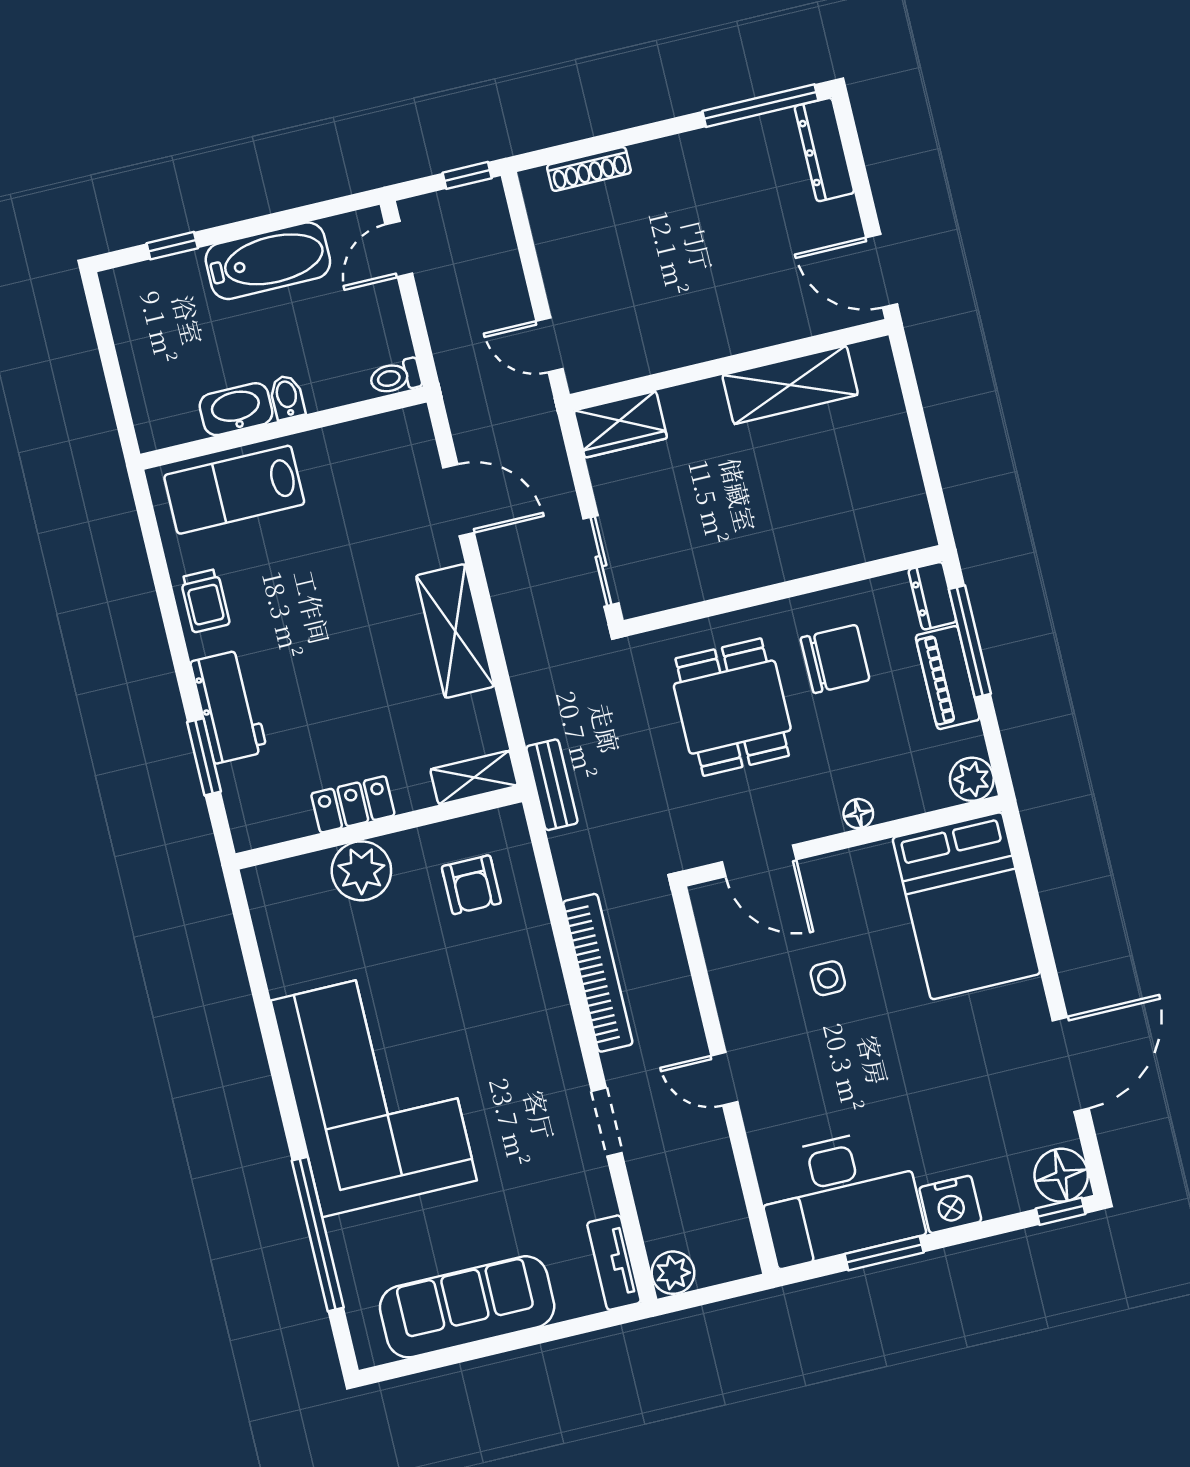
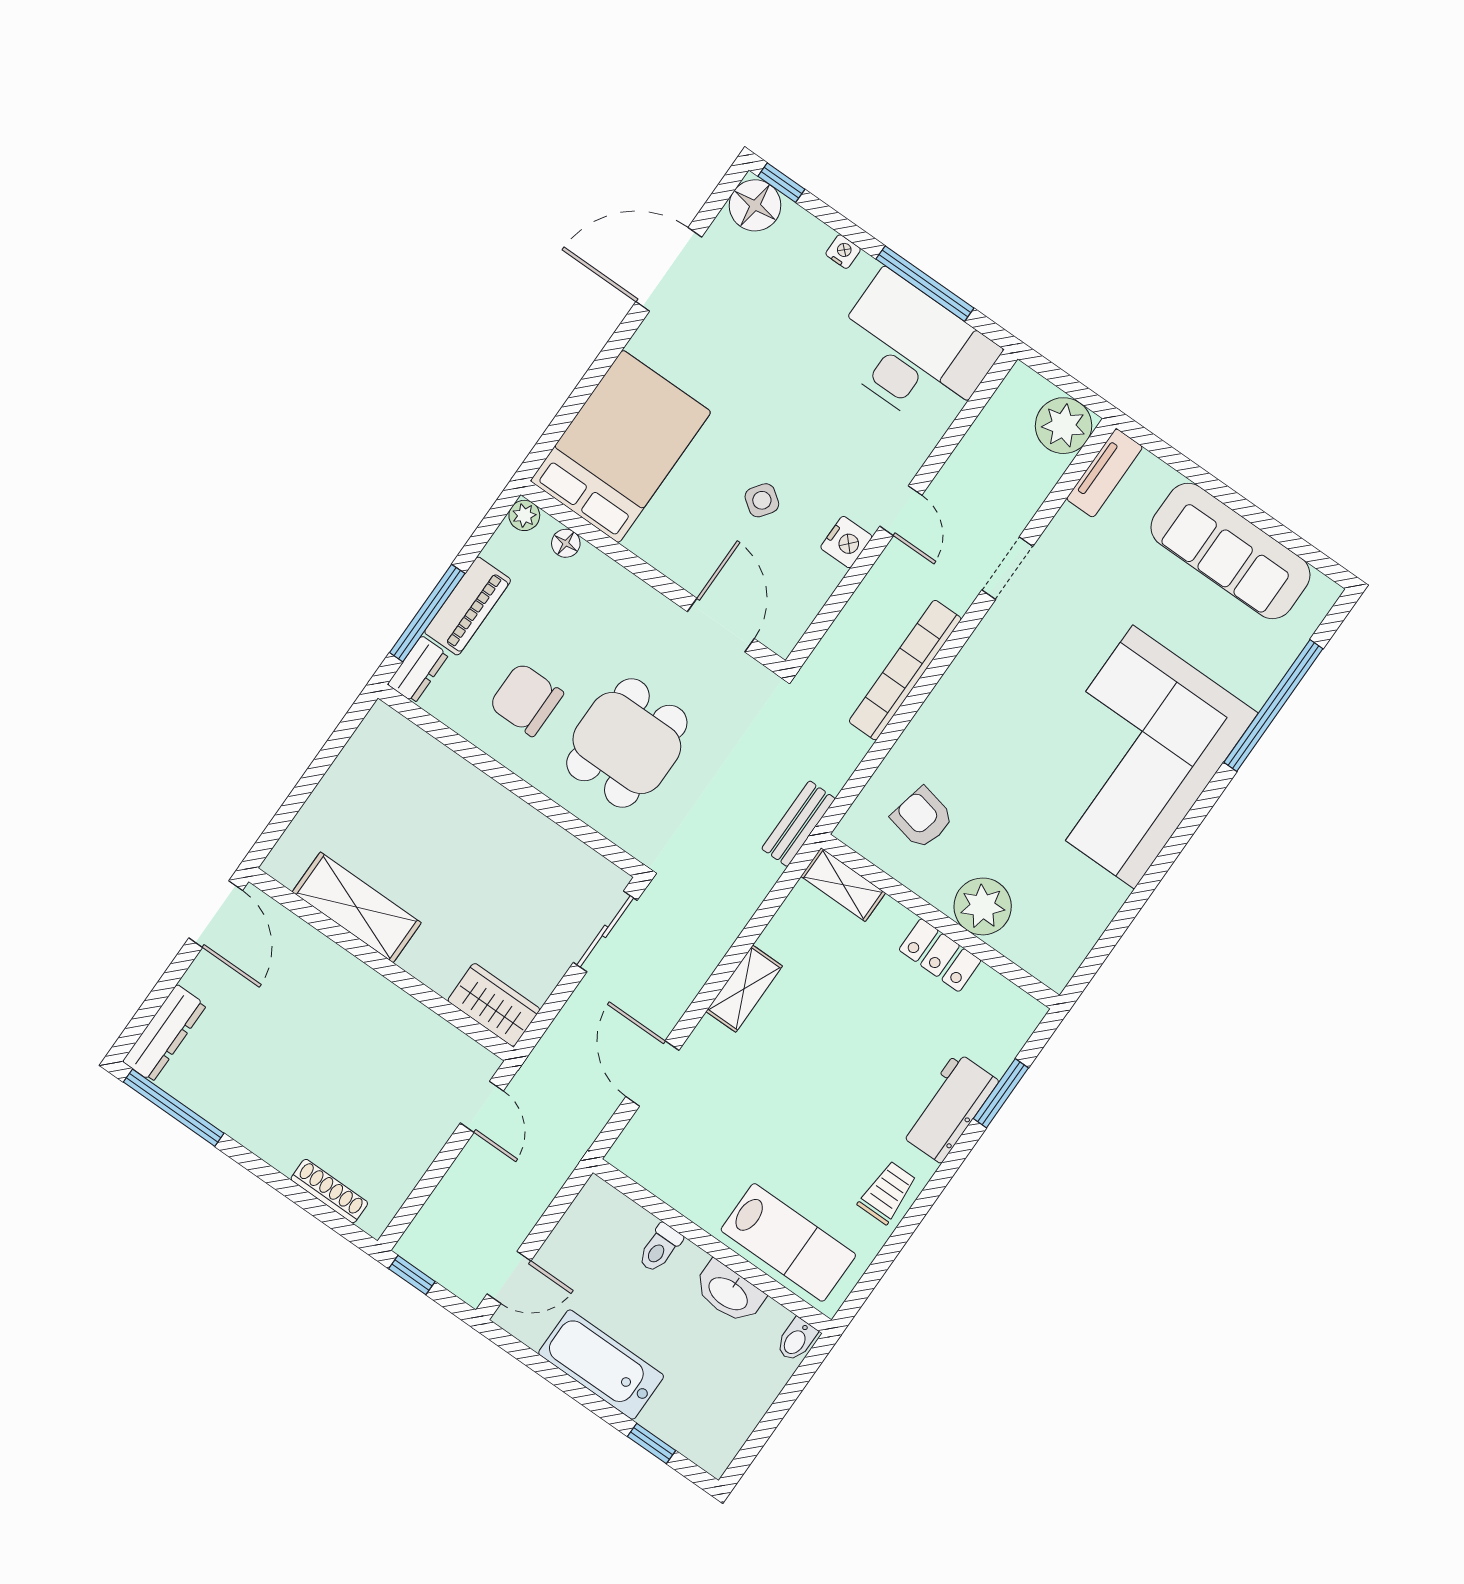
toilet: (395, 377) -> (660, 1248), moved, turned 90
bidet: (287, 397) -> (796, 1340), moved
shelving: (455, 631) -> (744, 989), width x0.67, depth x0.75
plant: (972, 779) -> (524, 515), width x0.73, depth x0.73
floor lamp: (858, 814) -> (566, 543), moved
armchair: (471, 885) -> (922, 818), turned -78
side table: (828, 978) -> (762, 500), turned 36
nightstand: (737, 1015) -> (846, 542), added
nightstand: (950, 1204) -> (843, 252), width x0.53, depth x0.56
window: (884, 1253) -> (925, 284), width x1.44
plant: (673, 1273) -> (1064, 426), width x1.36, depth x1.36

